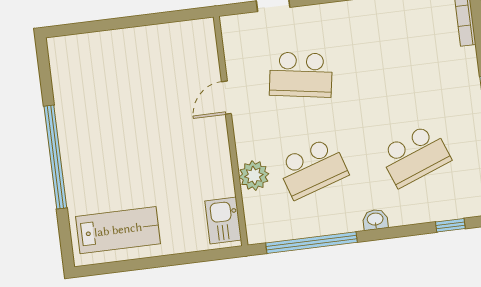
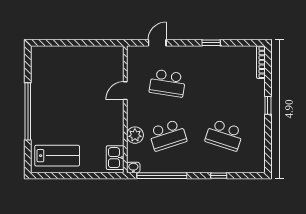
school desk: (415, 156) -> (224, 135), turned 39
washbasin: (375, 220) -> (133, 167), moved
window: (450, 225) -> (219, 176), moved

